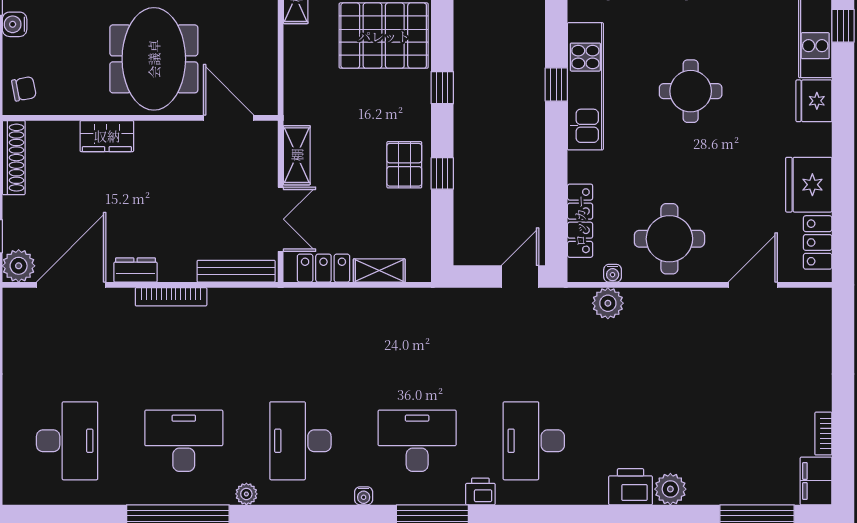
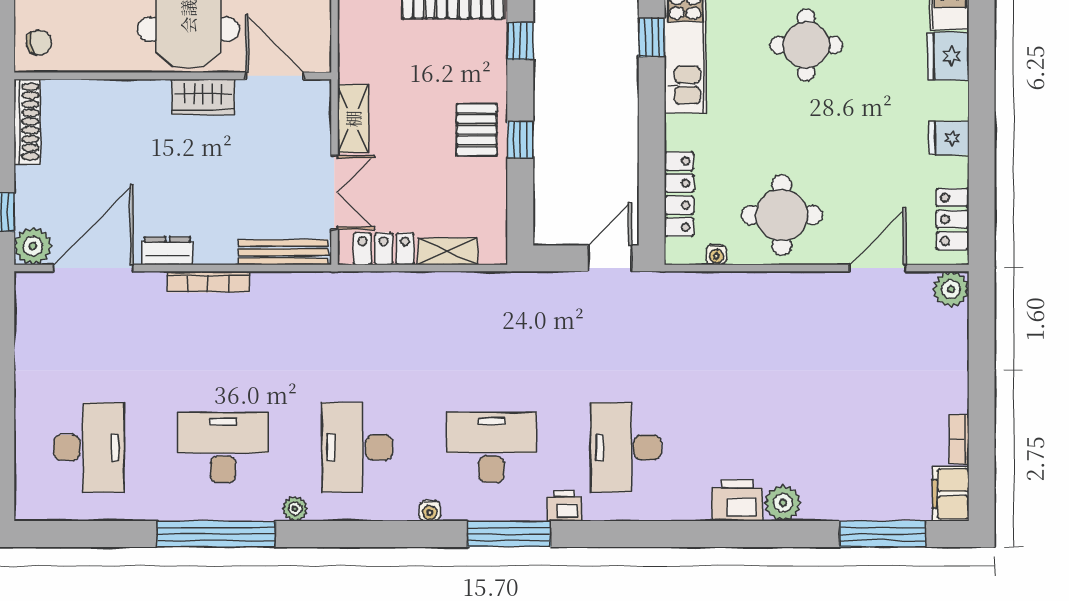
wardrobe: (107, 136) -> (203, 97), moved
fridge: (809, 185) -> (949, 138), width x0.53, depth x0.75
plant: (608, 303) -> (951, 289), moved

